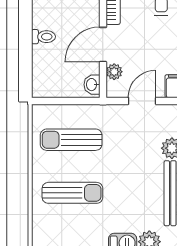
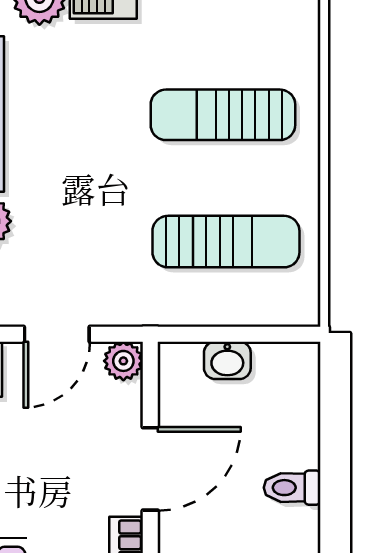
plant: (114, 72) -> (123, 361), moved
washbasin: (92, 85) -> (227, 360), moved, turned 90

